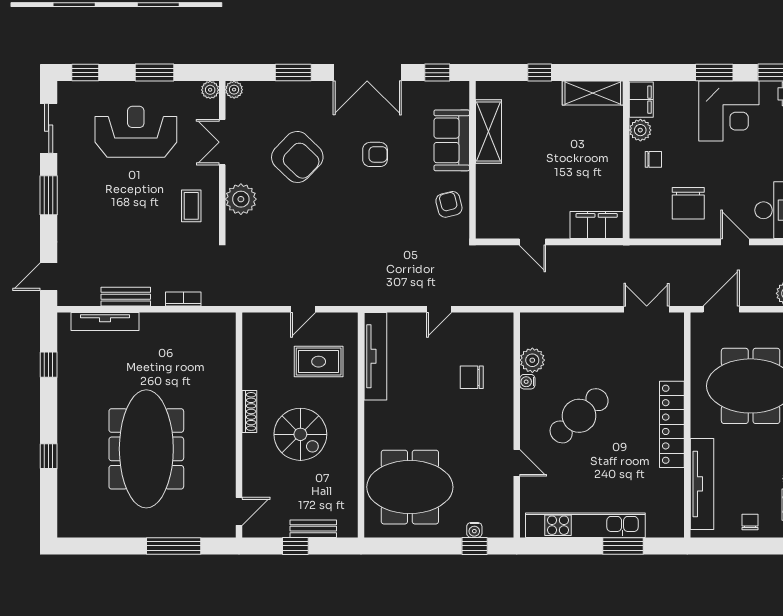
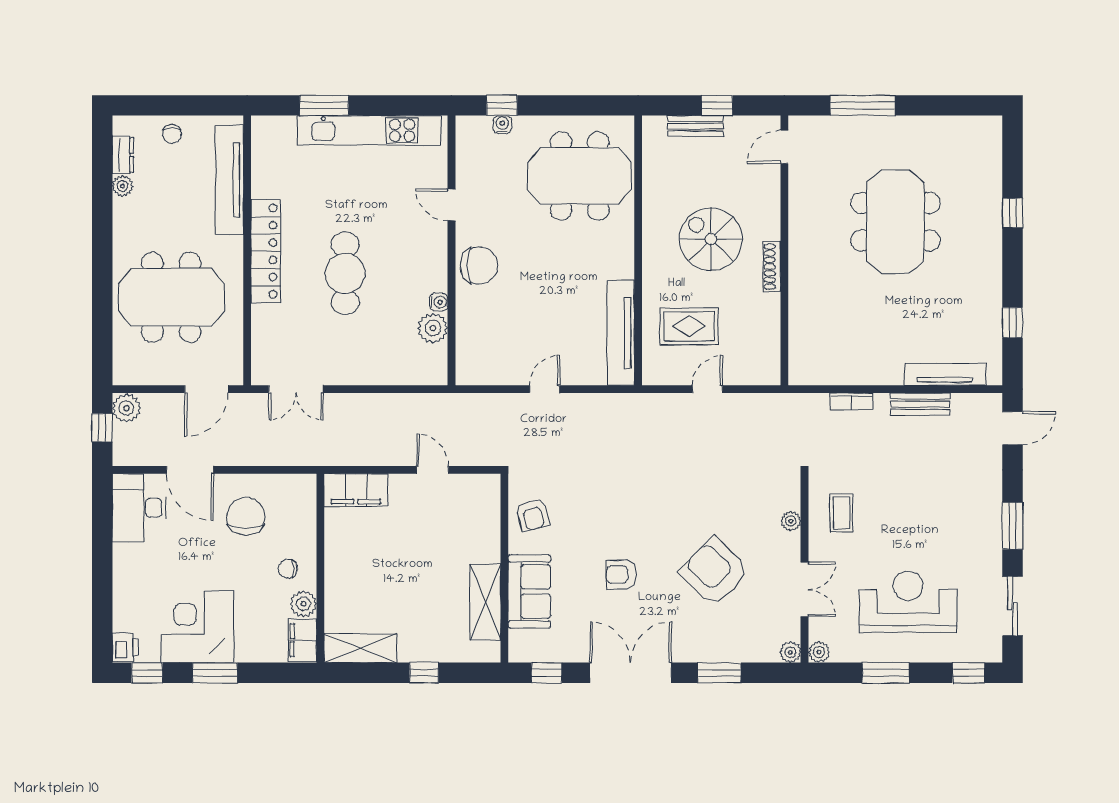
reception desk: (136, 132) -> (908, 602), turned 180
plant: (241, 199) -> (791, 521), width x0.53, depth x0.53
door: (735, 242) -> (190, 470), width x1.38
chair: (472, 377) -> (479, 265), moved, width x1.37, depth x1.37
cafe table: (579, 416) -> (345, 273), moved, turned -48
meeting table: (146, 449) -> (895, 222), width x0.73

